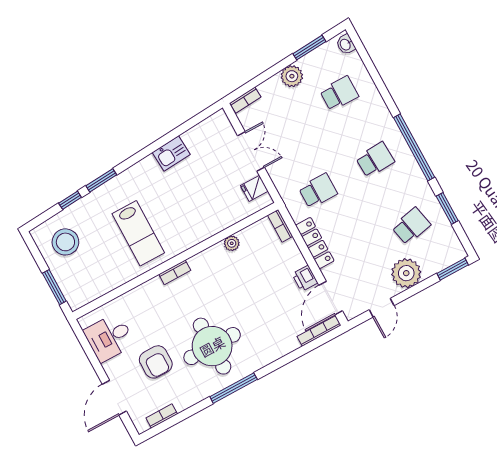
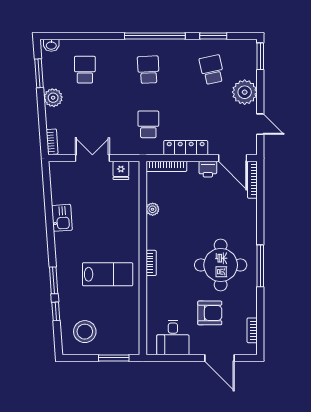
bookcase: (280, 226) -> (166, 166), width x1.56

